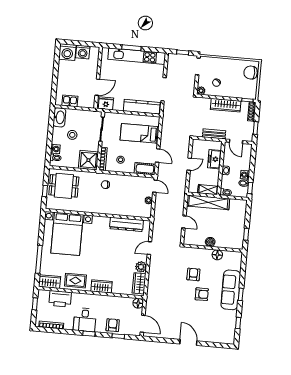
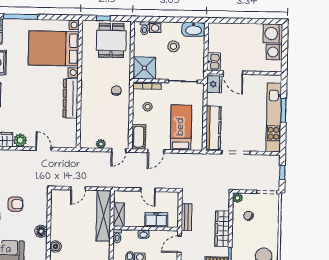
kitchen sink: (70, 101) -> (214, 62), moved
dresser: (127, 224) -> (71, 98), moved
boiler: (210, 242) -> (56, 246), moved

